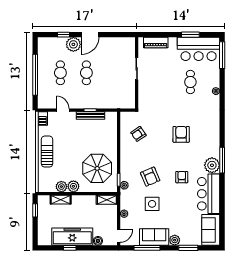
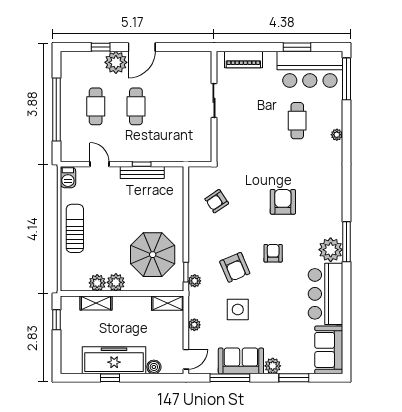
armchair: (182, 177) -> (273, 253), moved

